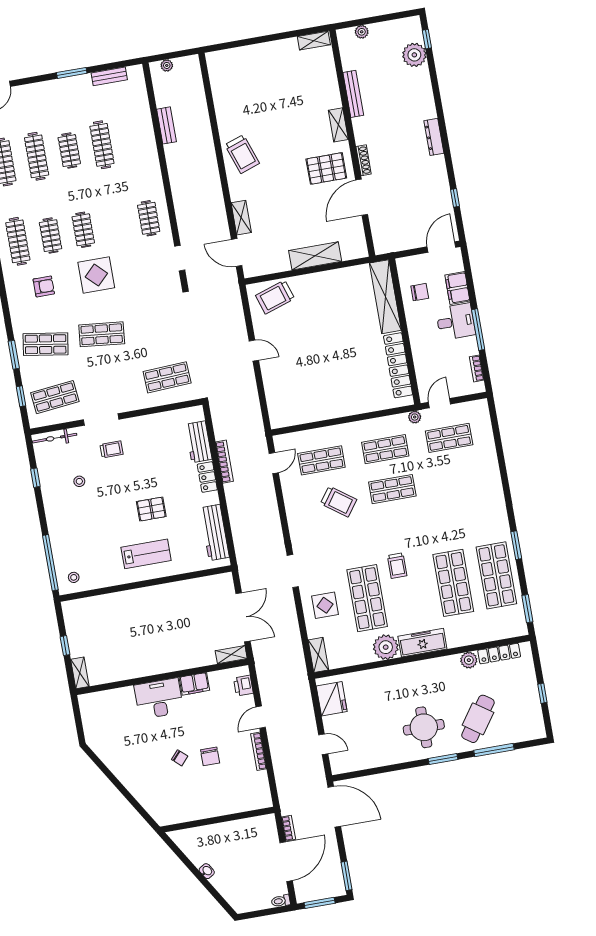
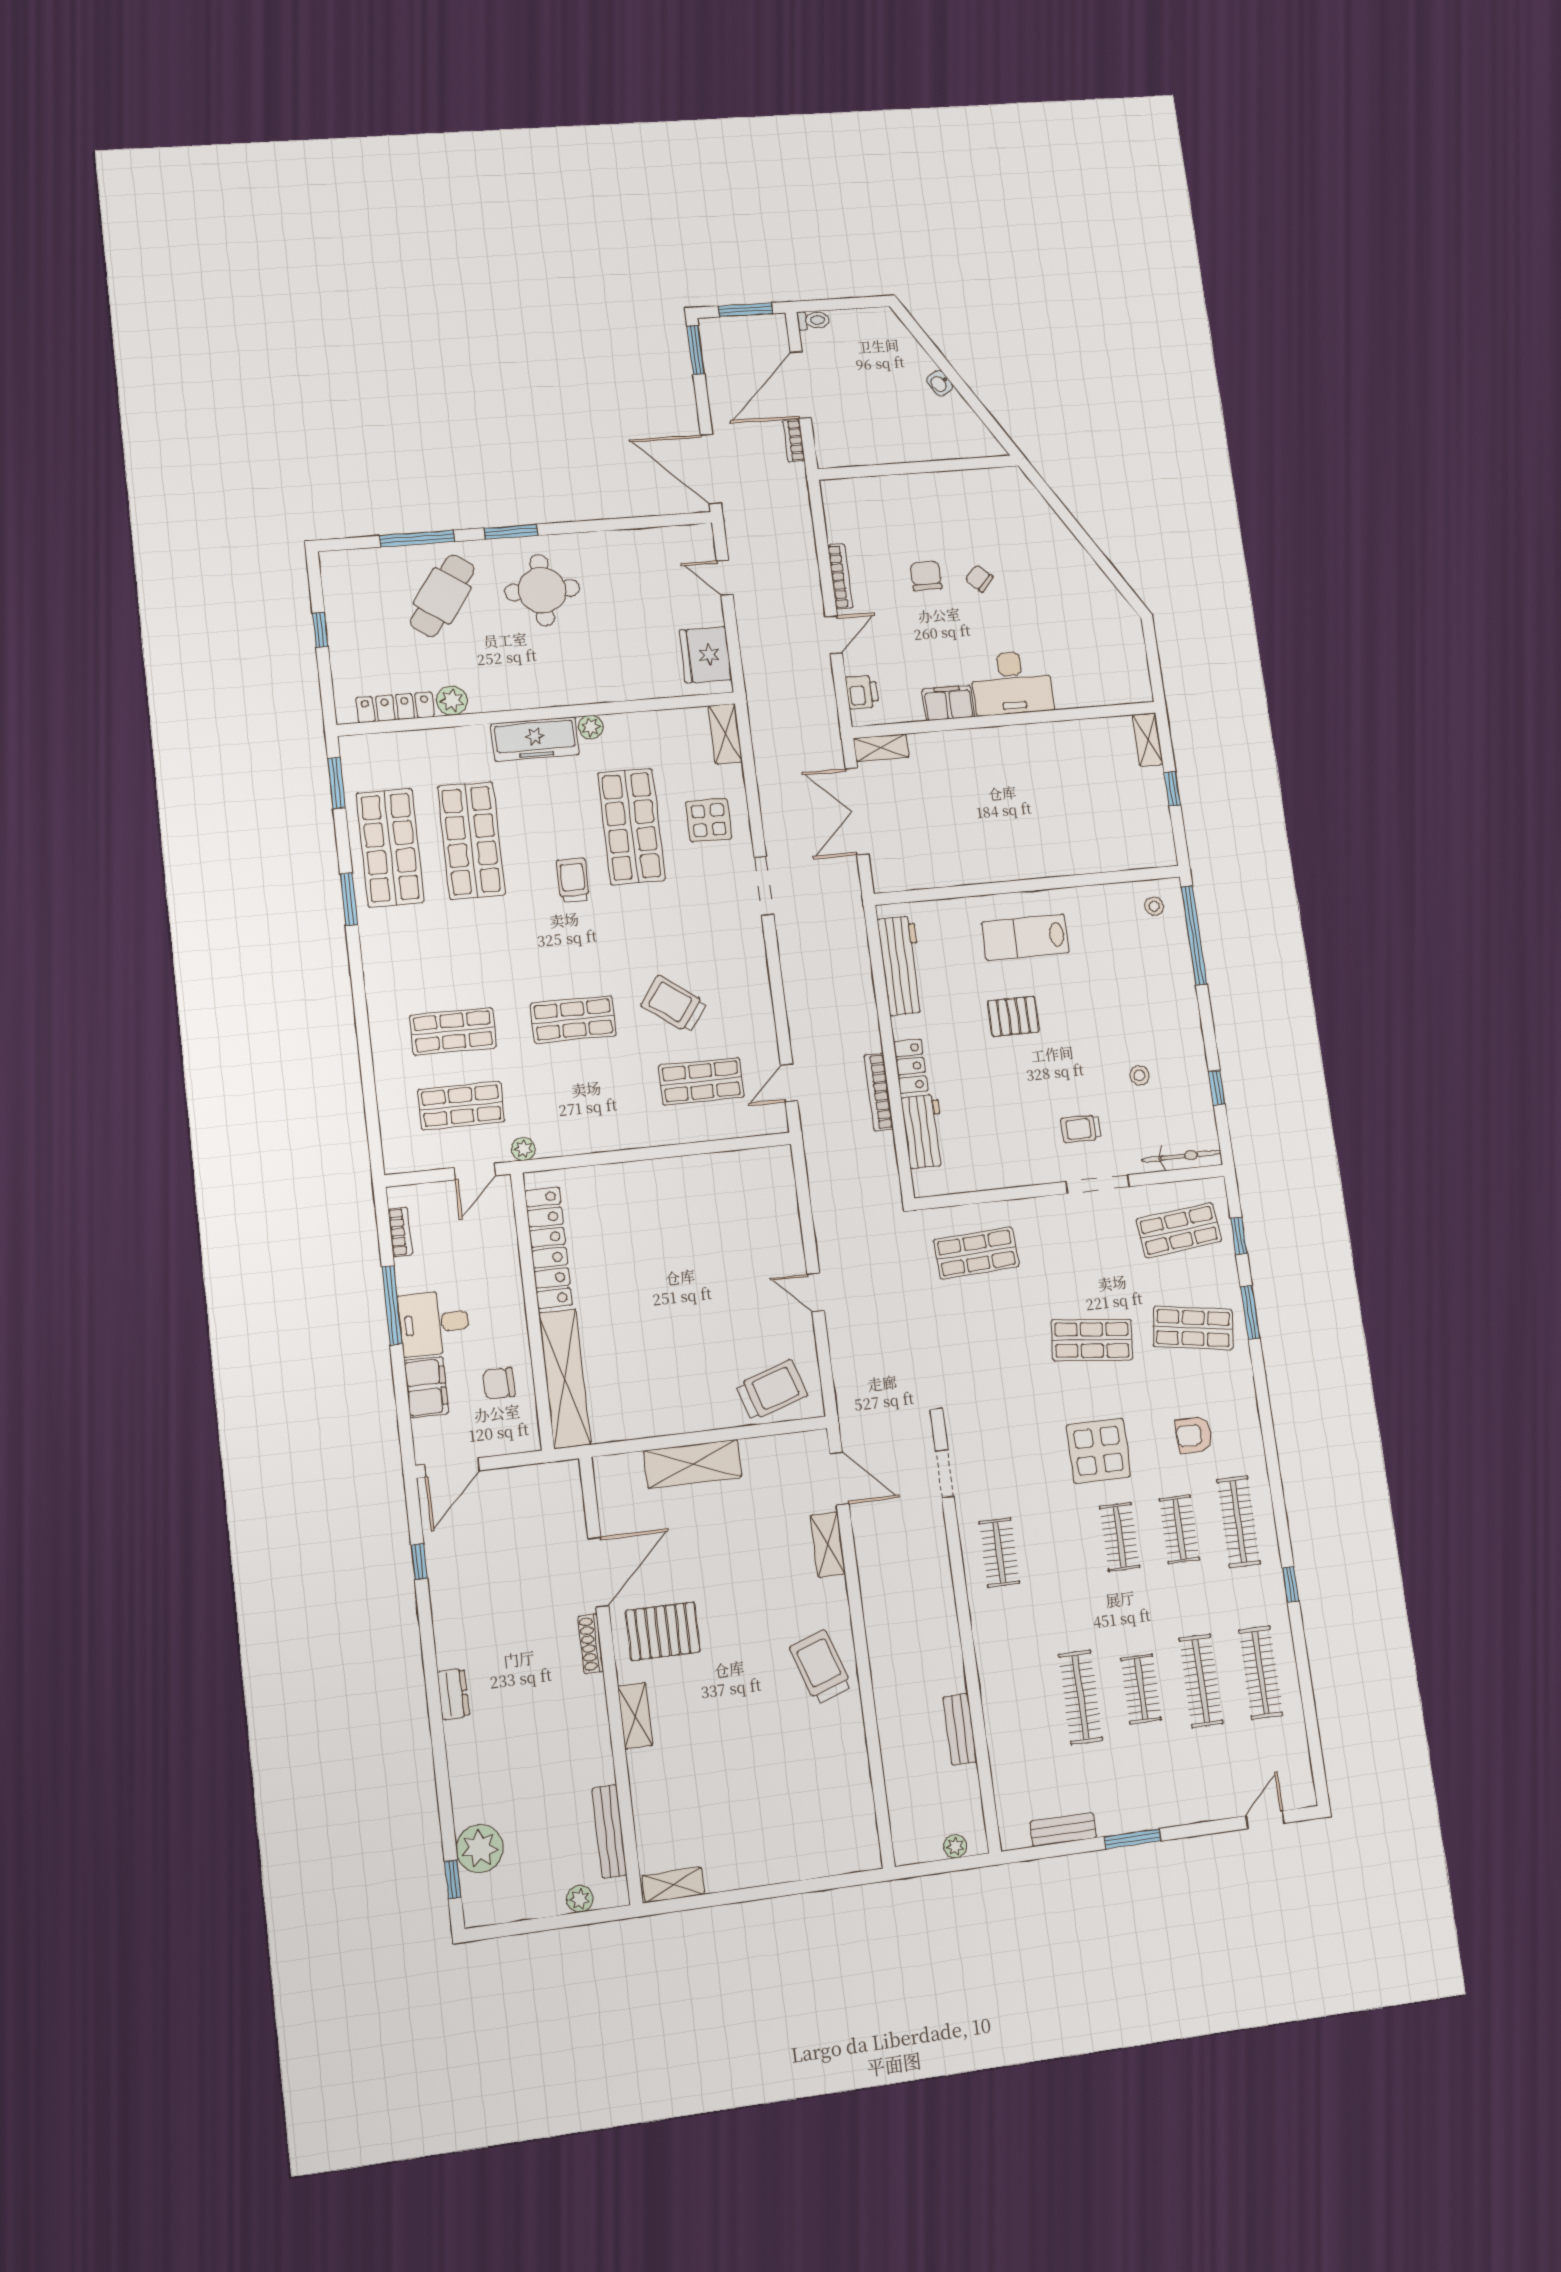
bench: (353, 94) -> (609, 1831), moved
dresser: (434, 137) -> (453, 1694), width x0.70
shop shelf: (385, 449) -> (453, 1031), moved
plant: (386, 647) -> (591, 727), width x0.53, depth x0.53

